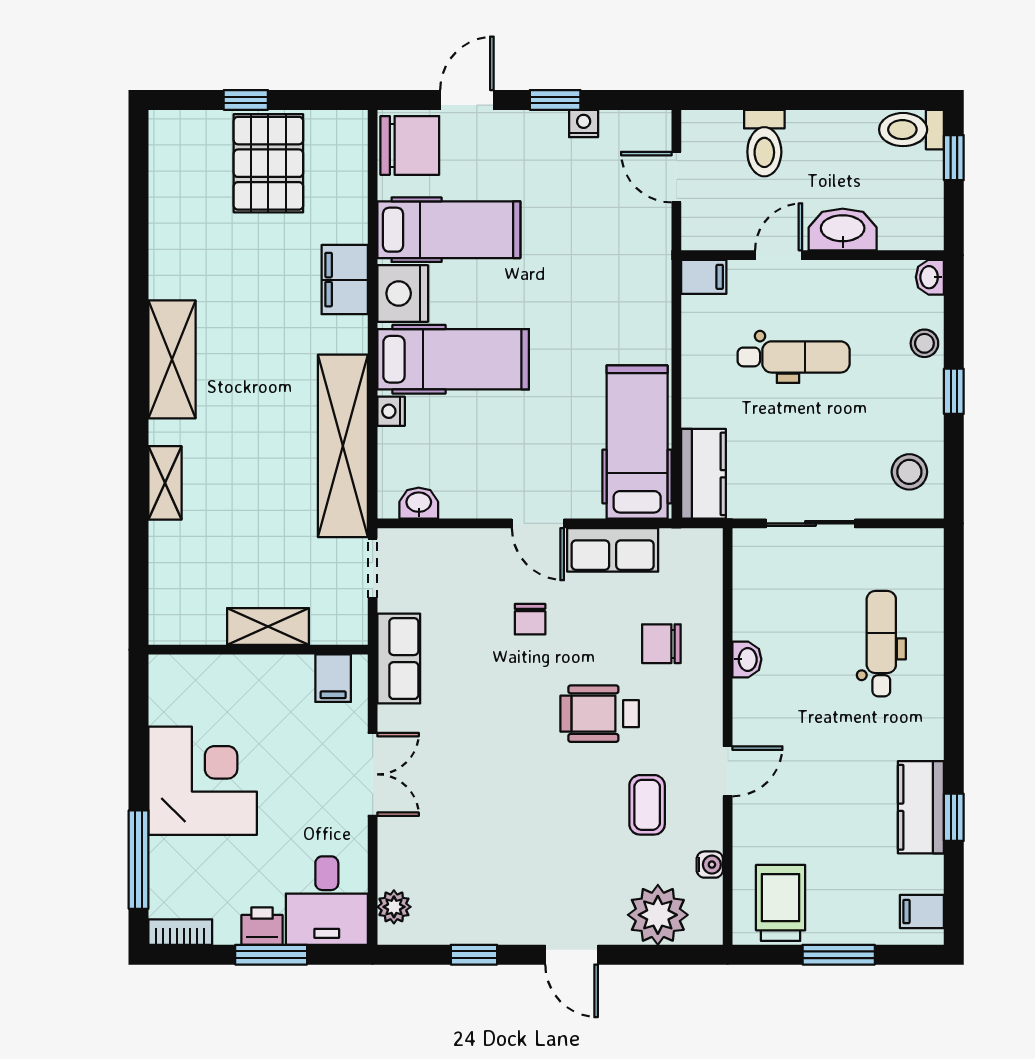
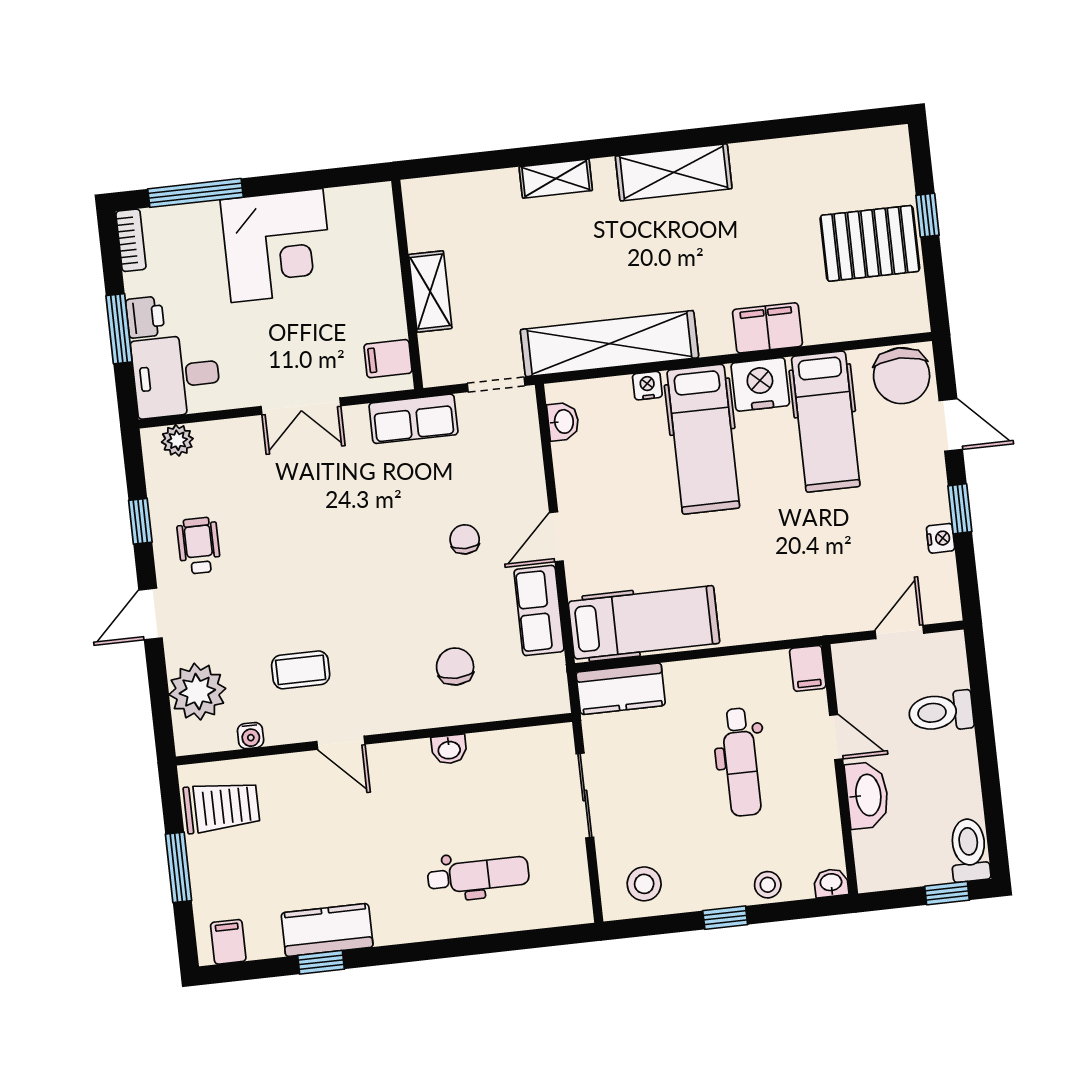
chair: (530, 619) -> (465, 539), turned 90
wheelchair: (600, 714) -> (199, 546), moved, width x0.73, depth x0.73

